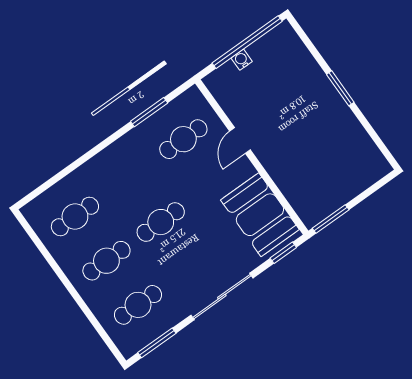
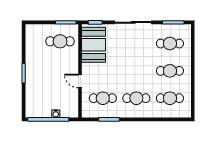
door: (240, 140) -> (80, 81), swing flipped
cafe table: (318, 182) -> (60, 41), added
cafe table: (161, 222) -> (136, 98), moved

